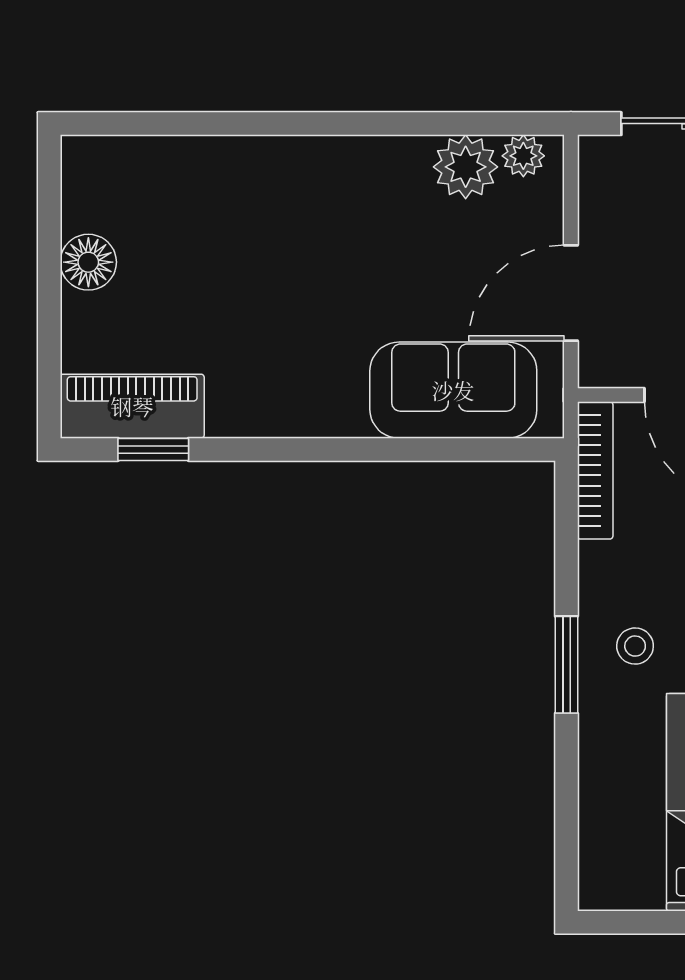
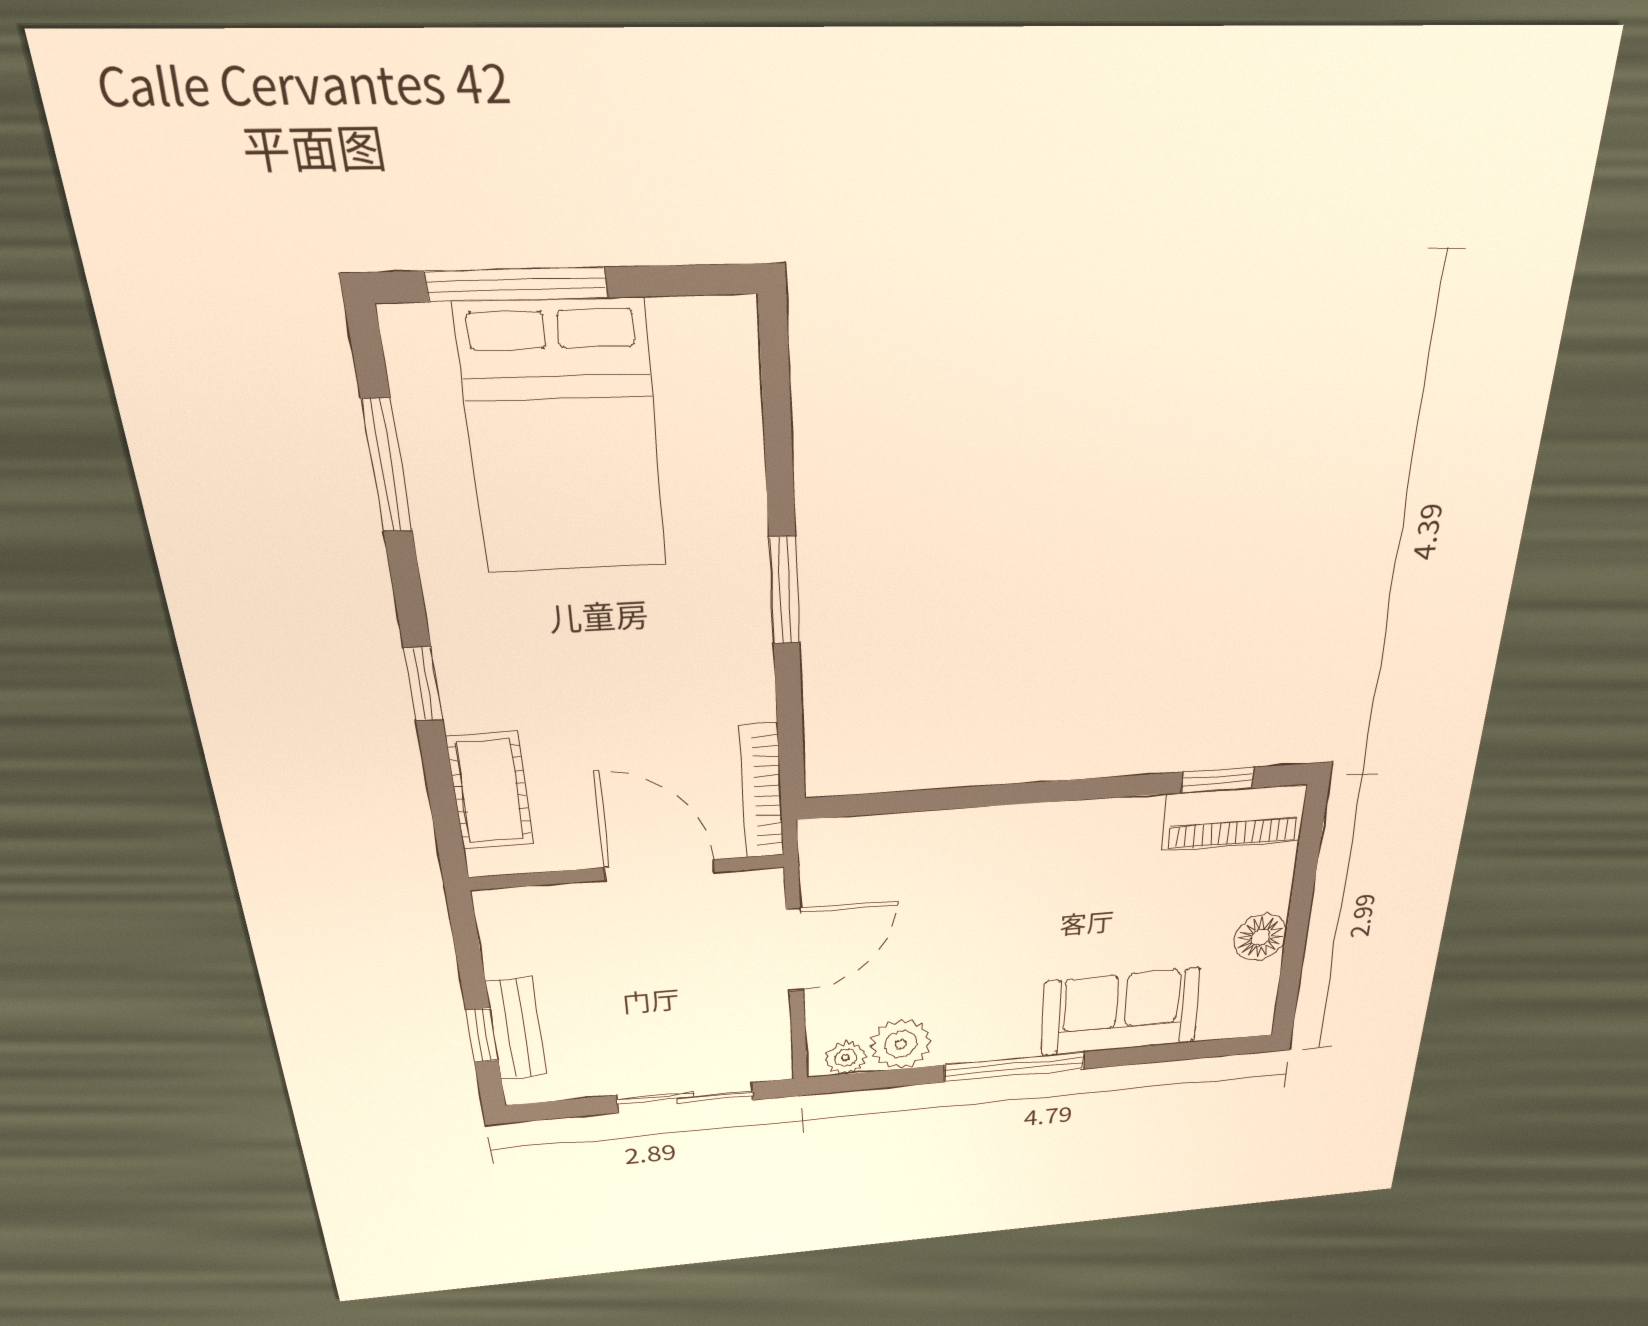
window: (344, 124) -> (1015, 1067), added
sofa: (453, 390) -> (1121, 1012), moved, turned 180
stool: (635, 646) -> (706, 615), removed

